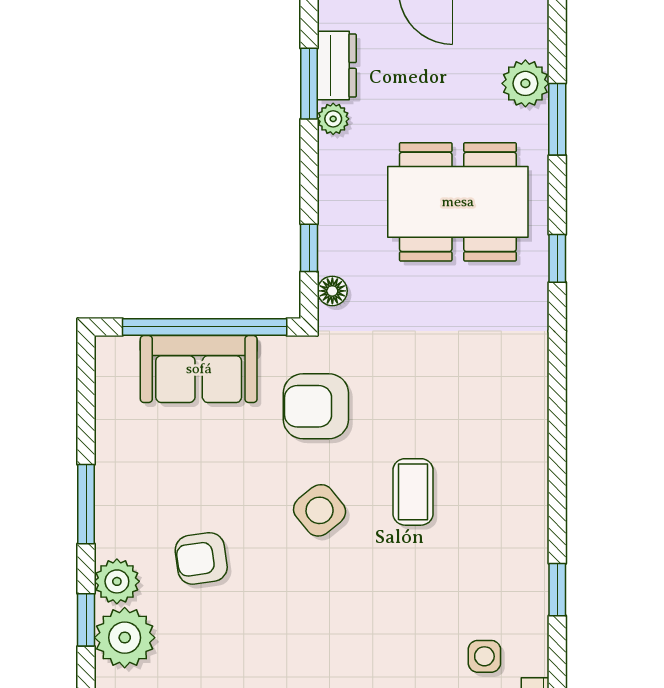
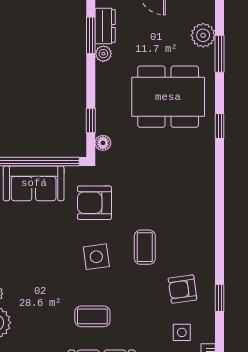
side table: (320, 510) -> (96, 257), turned 31
armchair: (201, 558) -> (182, 289), moved
coffee table: (312, 625) -> (92, 316), added

